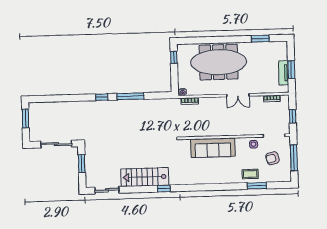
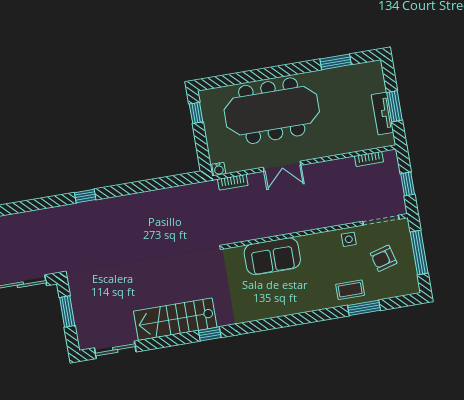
double door: (238, 95) -> (282, 166), moved
window: (130, 96) -> (133, 188), removed
sofa: (213, 148) -> (272, 256), width x0.73

